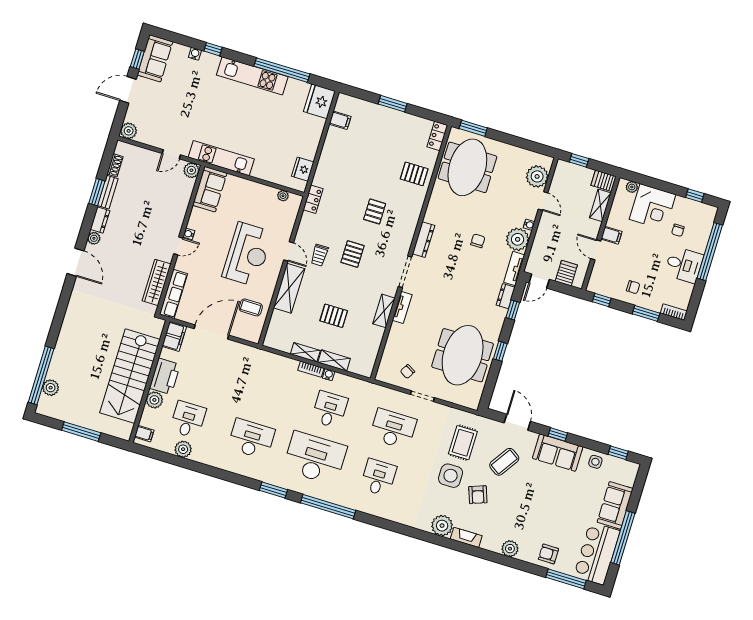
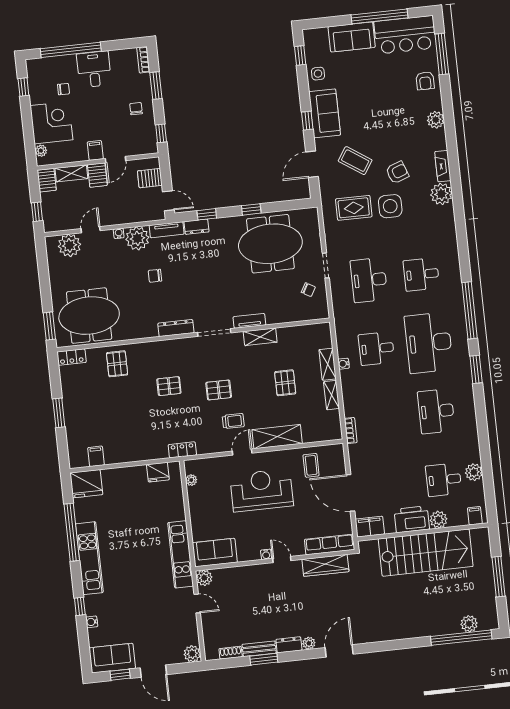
server rack: (589, 228) -> (97, 175), added
bookcase: (311, 369) -> (351, 430), moved

